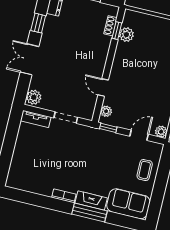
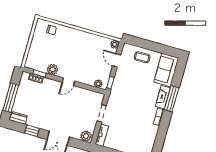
plant: (126, 35) -> (53, 70), moved
door: (103, 88) -> (68, 82), moved

